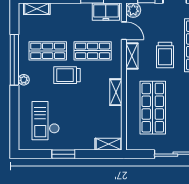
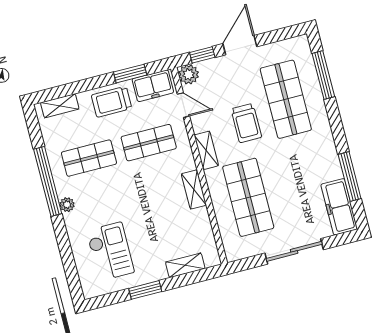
shelving: (132, 56) -> (206, 150), moved
trolley: (67, 75) -> (112, 102), moved
checkout: (46, 121) -> (110, 252), turned 180
shelving: (109, 144) -> (185, 265), moved

